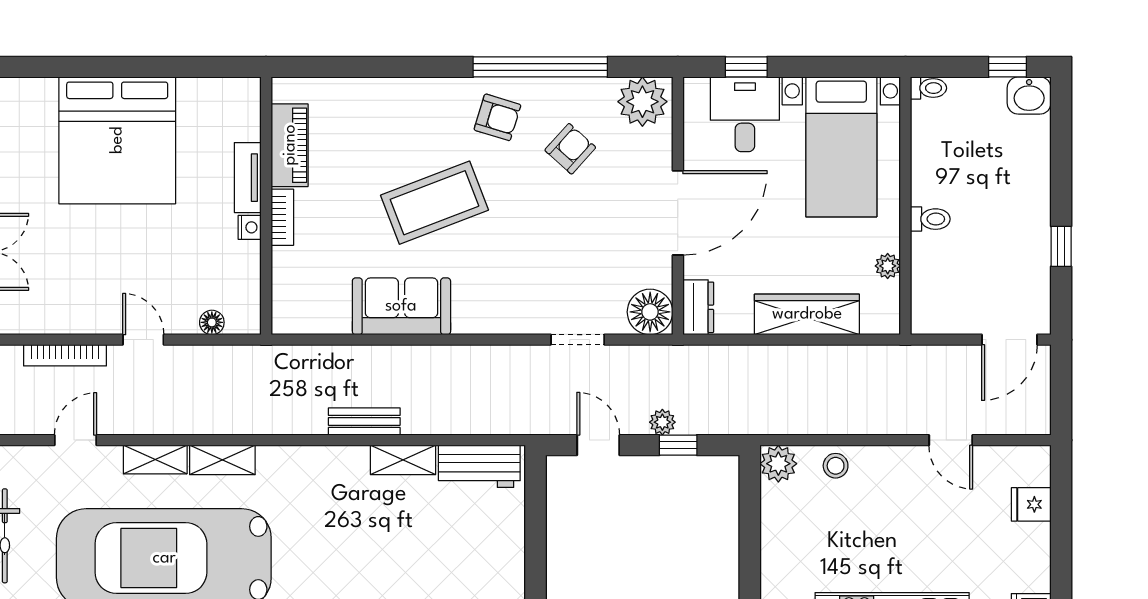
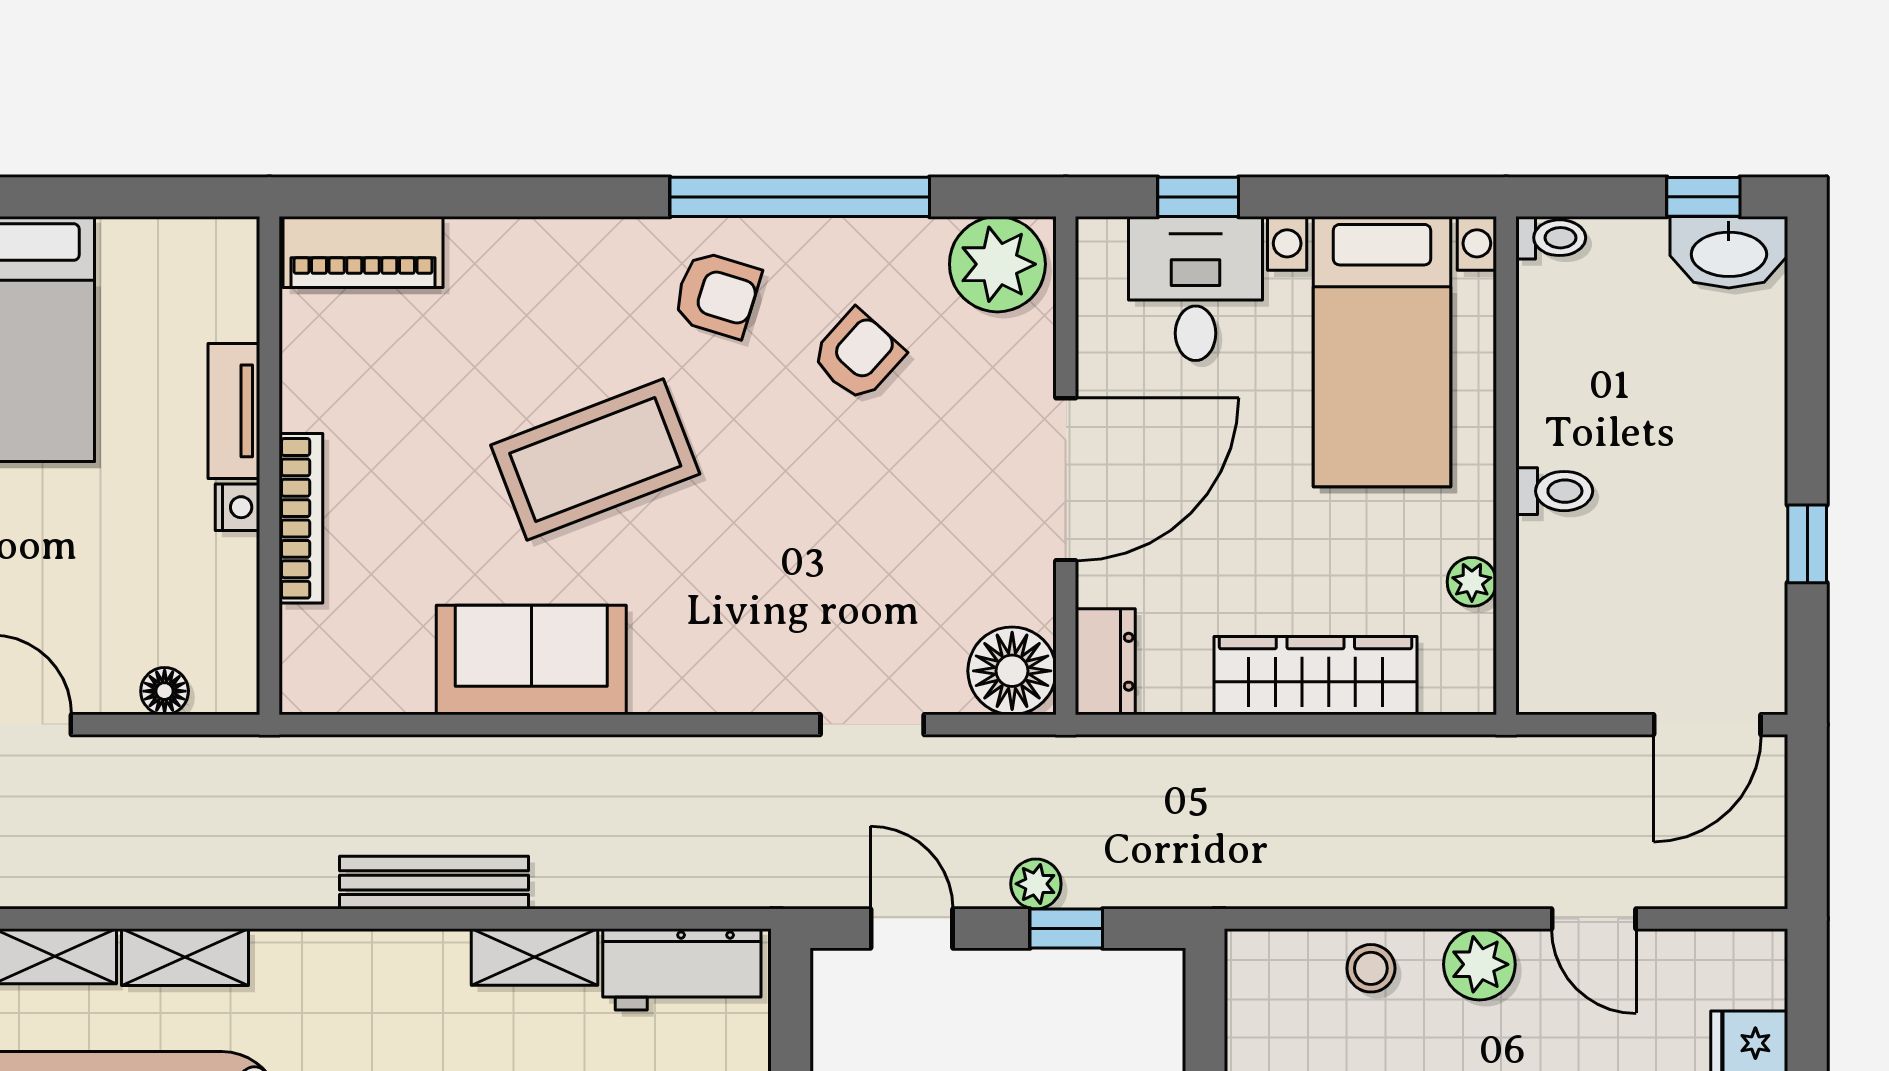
washbasin: (1029, 96) -> (1729, 252), width x1.38
piano: (290, 145) -> (363, 252), moved, turned 90
bookcase: (282, 217) -> (301, 518), width x1.56
bench: (364, 421) -> (434, 883), width x1.36
plant: (778, 464) -> (1479, 964), moved

